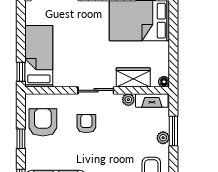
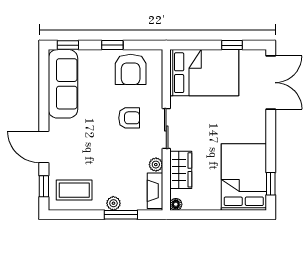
bed: (39, 56) -> (204, 73), width x1.50
window: (21, 72) -> (232, 45), moved
armchair: (43, 122) -> (131, 69), turned 90

